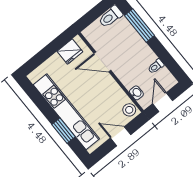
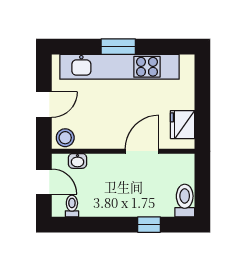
window: (140, 26) -> (149, 225), width x0.46
toilet: (156, 66) -> (72, 206), moved
window: (63, 131) -> (118, 47), moved

